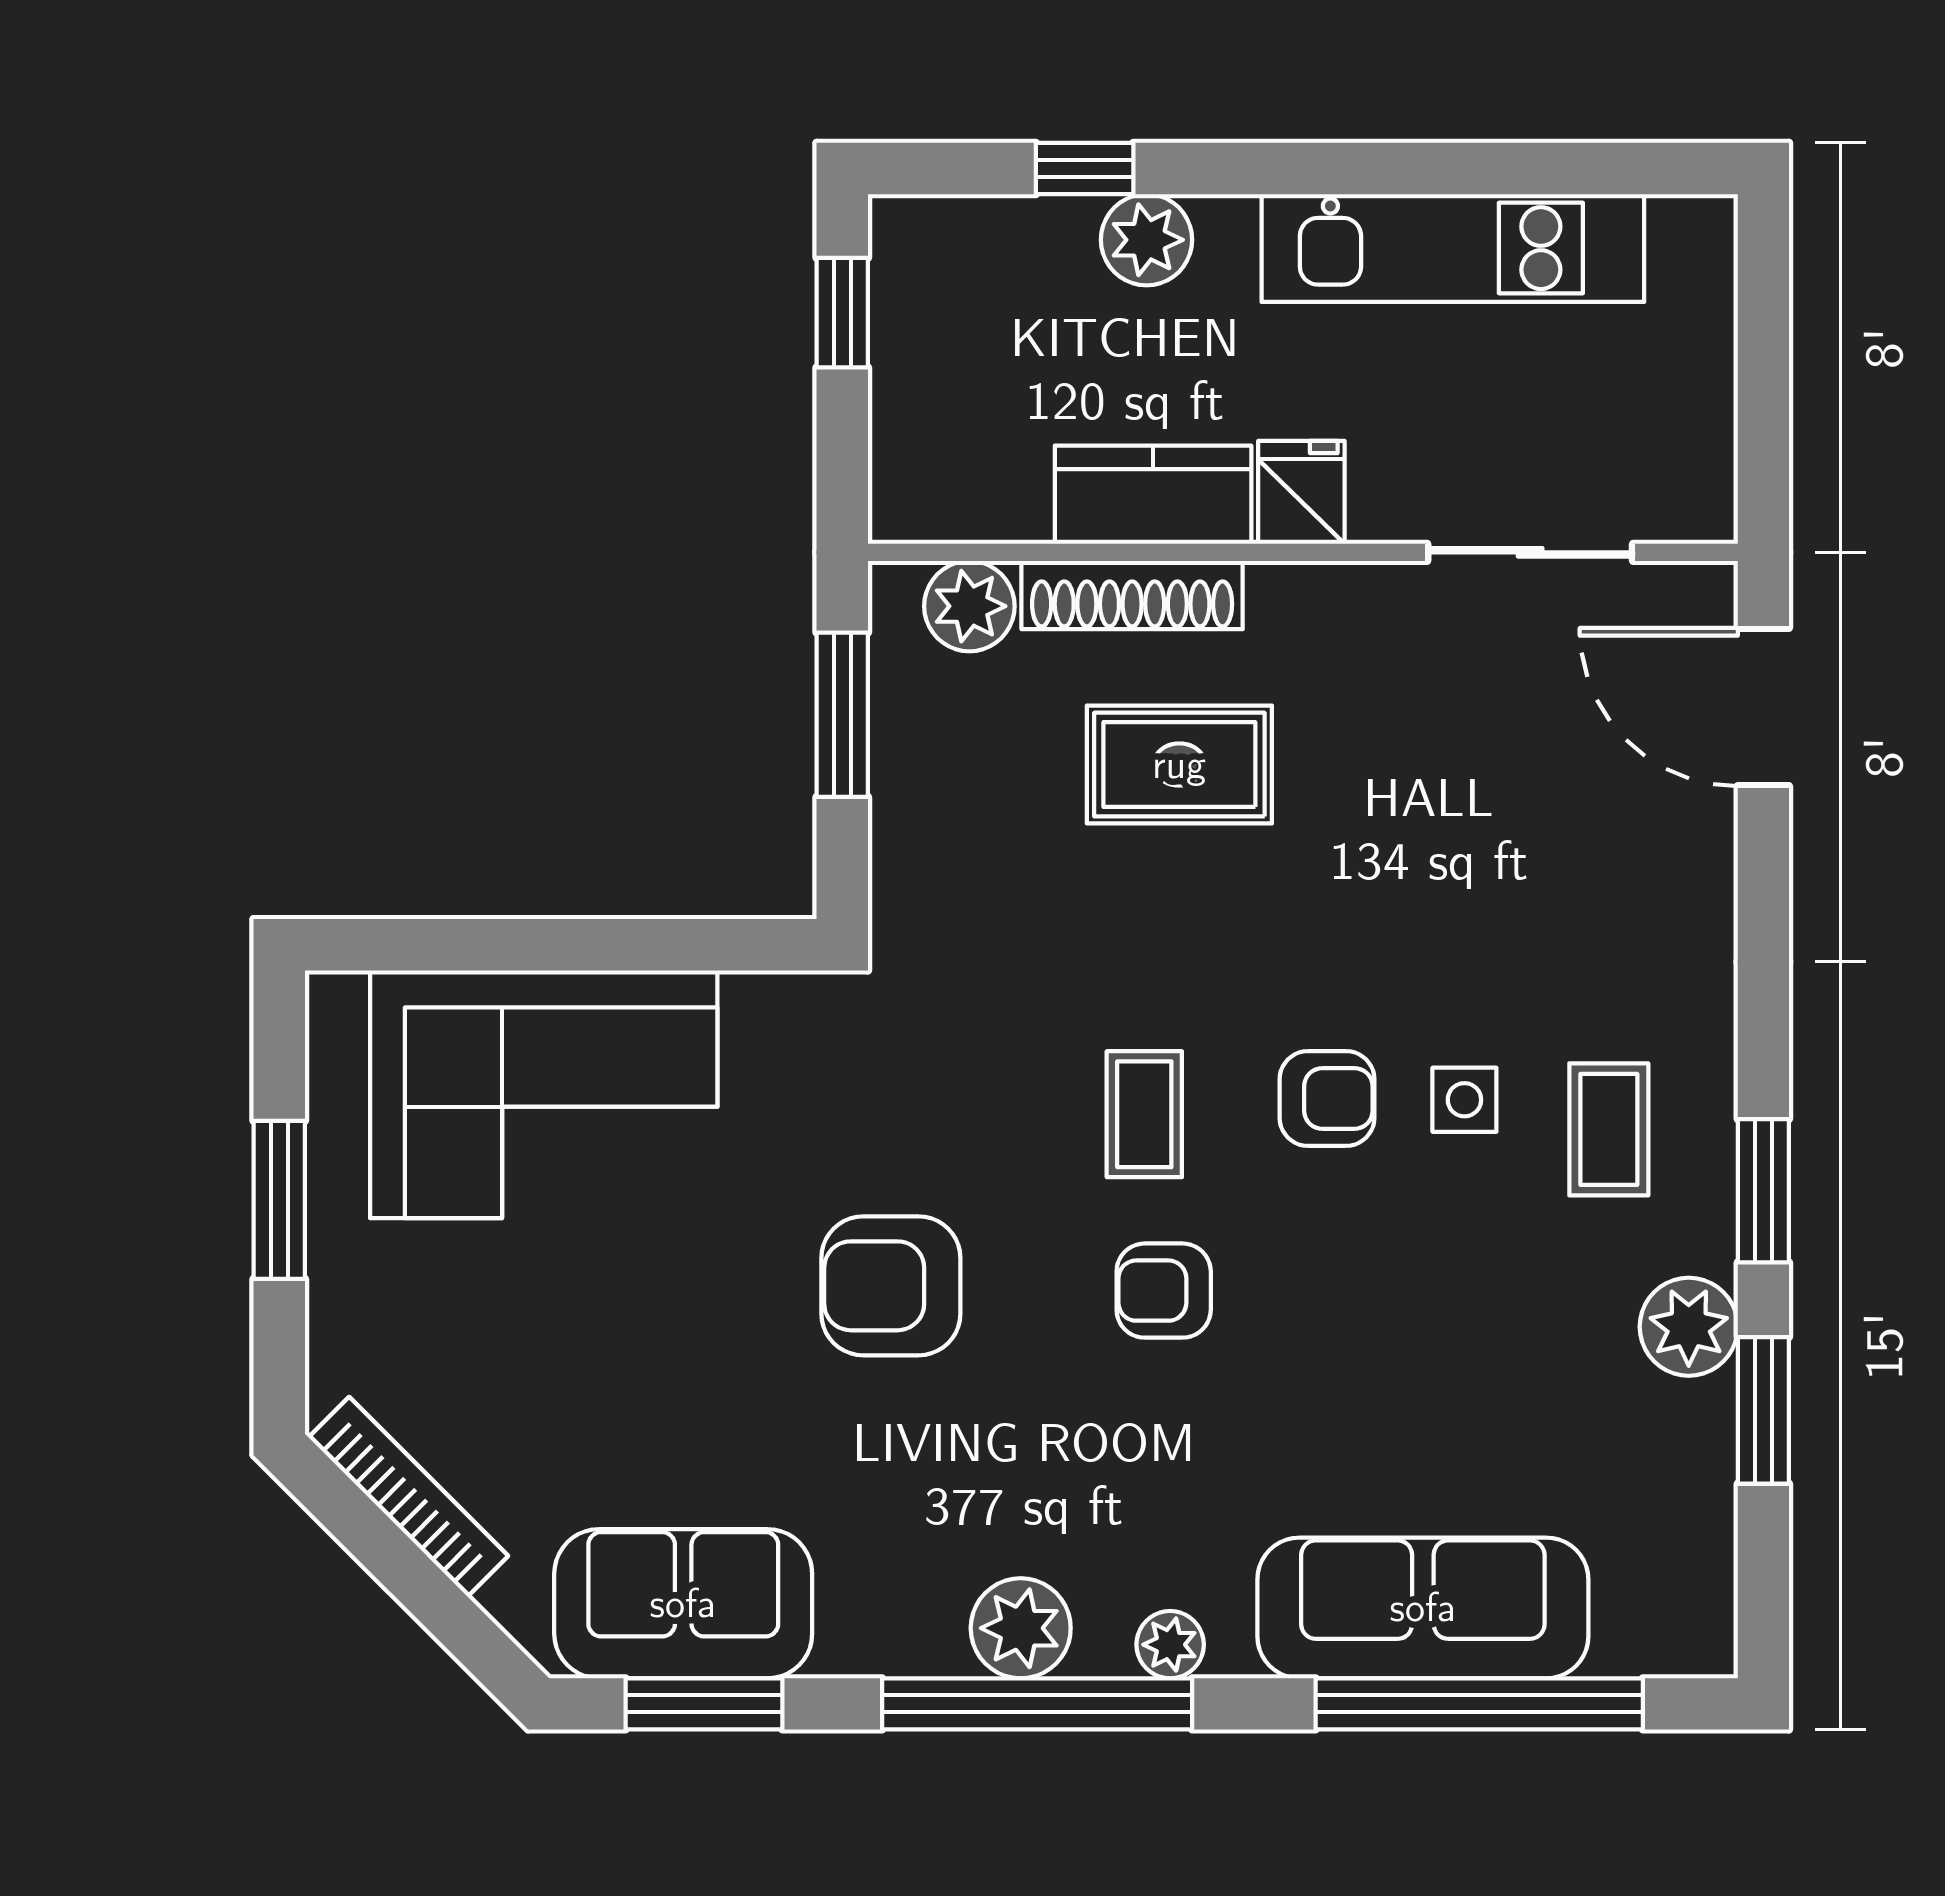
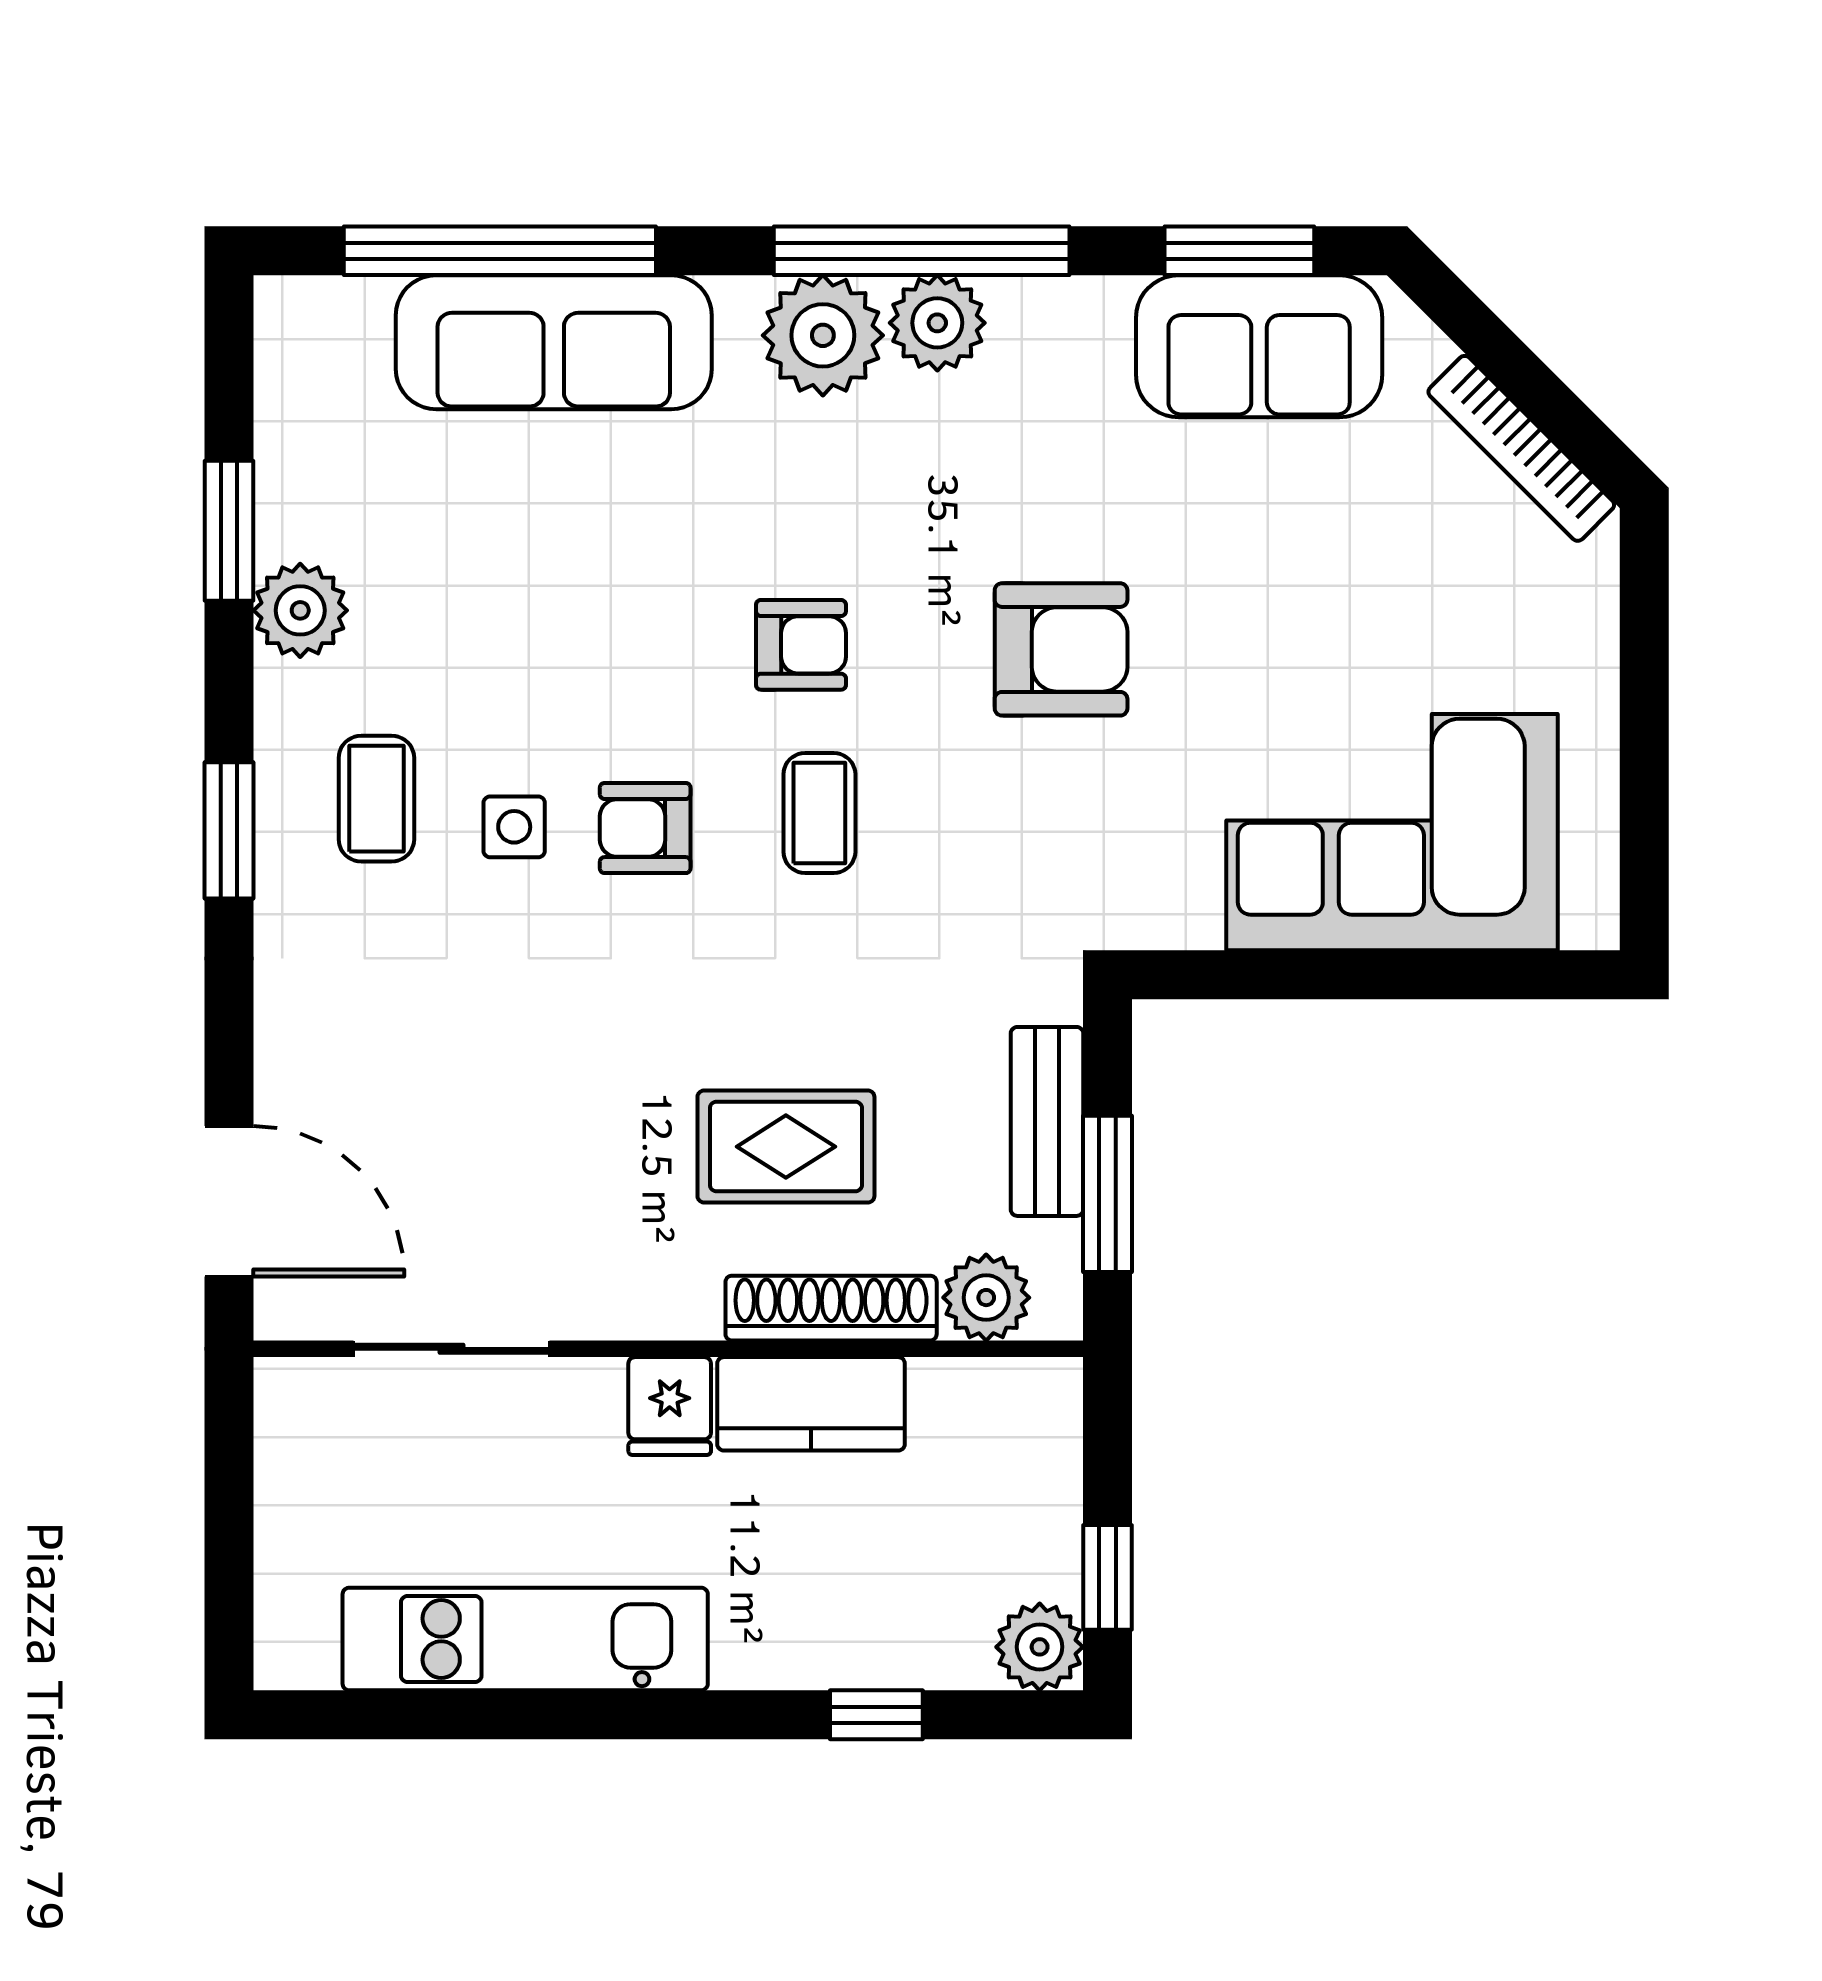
plant: (1147, 240) -> (1040, 1647), moved
bench: (906, 791) -> (1047, 1121), added
window: (1763, 1191) -> (229, 830), moved
window: (279, 1200) -> (1644, 731), removed
plant: (1170, 1645) -> (823, 335), width x1.88, depth x1.88

